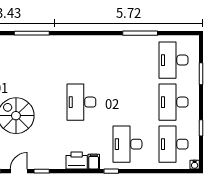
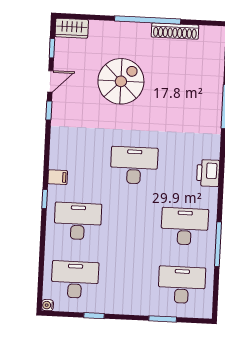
desk: (174, 102) -> (185, 226), moved
printer: (77, 161) -> (208, 173), moved, turned 180
door: (19, 171) -> (50, 81), hinge flipped

